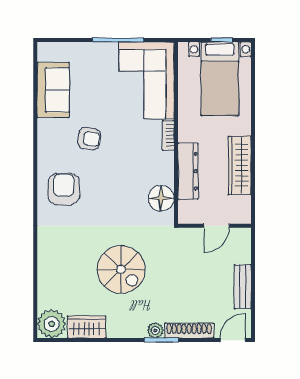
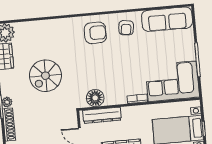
sofa: (53, 90) -> (167, 19), width x1.36
armchair: (89, 139) -> (126, 28), moved
dresser: (188, 171) -> (102, 115), moved

